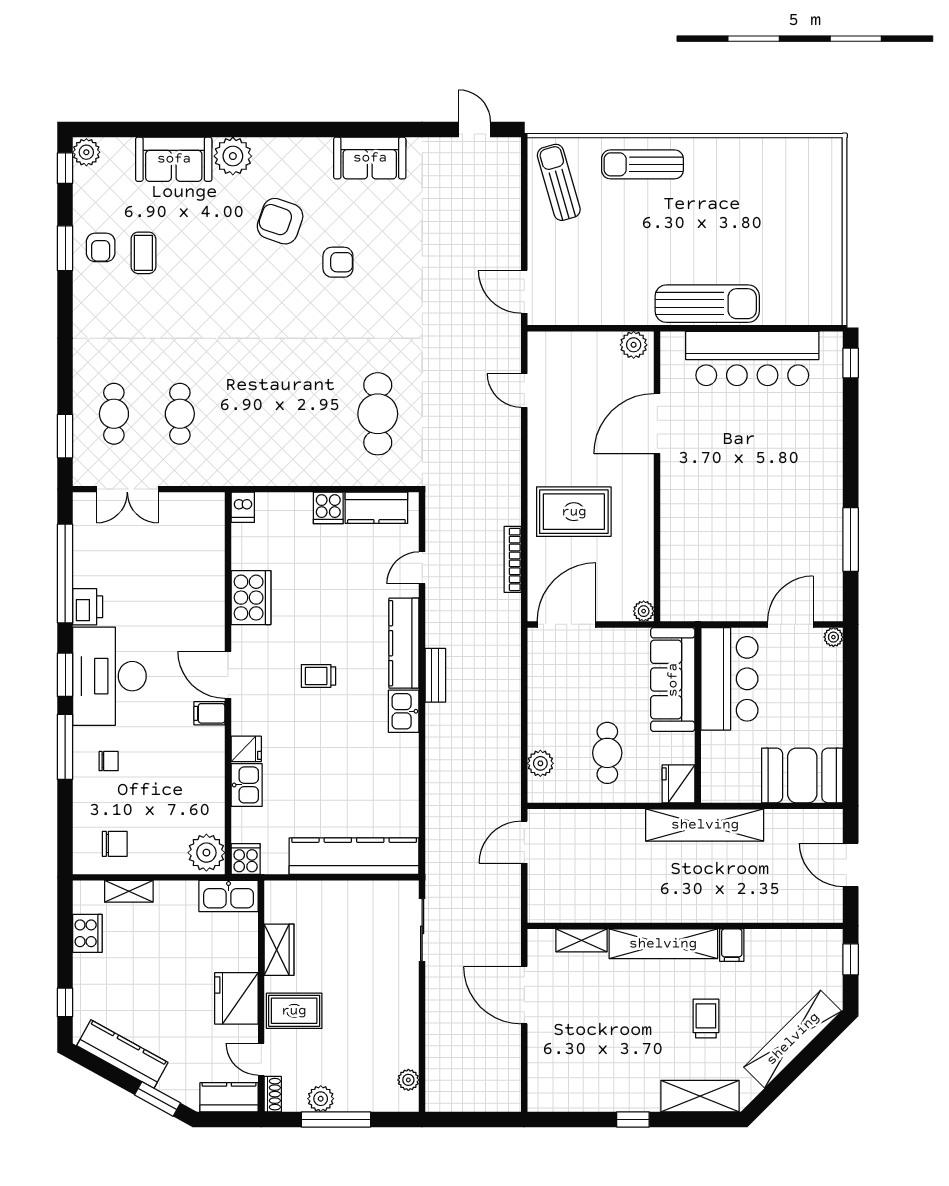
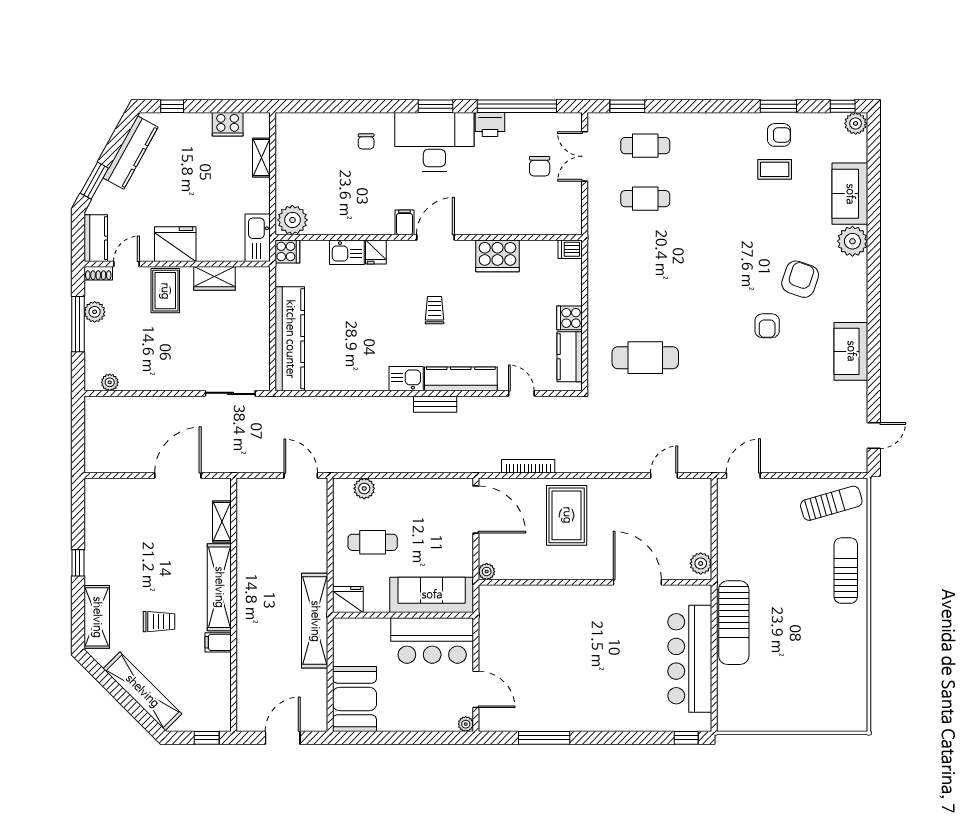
armchair: (101, 247) -> (779, 135), turned 180
window: (65, 747) -> (377, 106), removed
chair: (115, 844) -> (540, 166), moved

